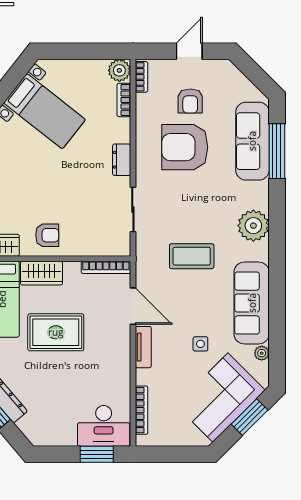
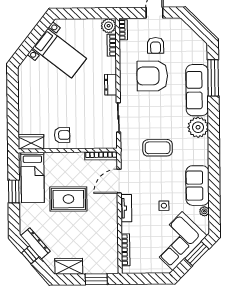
sofa: (252, 141) -> (197, 90), moved
wardrobe: (41, 273) -> (69, 266), moved, turned 180
sofa: (252, 303) -> (197, 186), width x0.73
door: (133, 306) -> (119, 181), swing flipped
desk: (104, 426) -> (101, 260), removed

